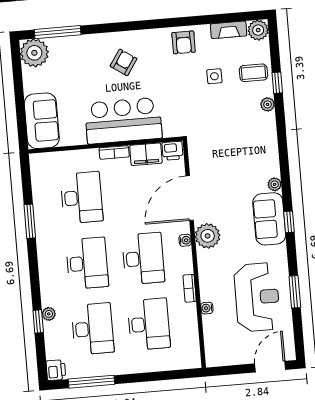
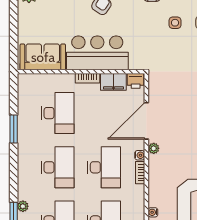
sofa: (42, 121) -> (43, 57), moved, turned -90
plant: (208, 236) -> (154, 148), width x0.53, depth x0.53
bookcase: (190, 288) -> (140, 173), moved

